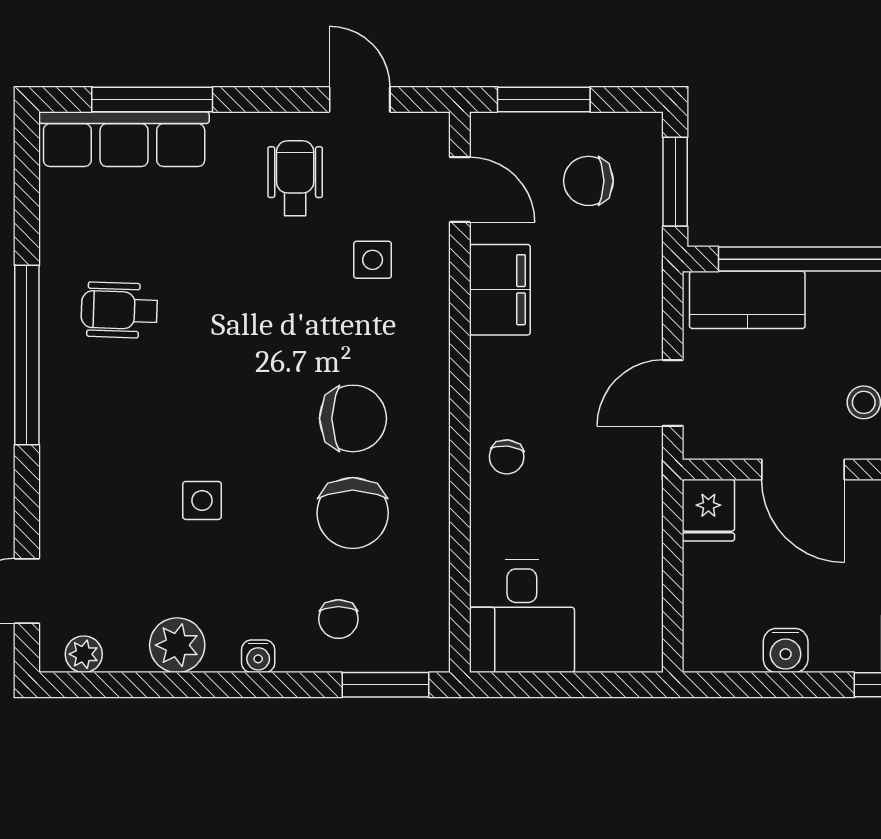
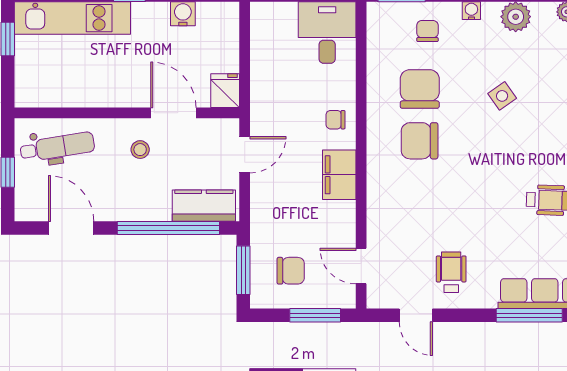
wheelchair: (295, 178) -> (451, 272), turned 180
side table: (373, 260) -> (409, 228), removed
filing cabinet: (500, 290) -> (339, 175), moved
chair: (507, 457) -> (335, 120), turned -96
side table: (202, 500) -> (502, 96), turned -35

